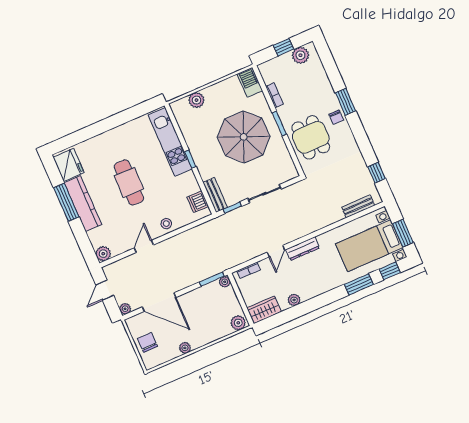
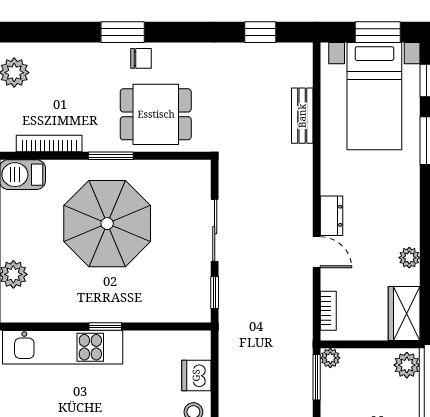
bookcase: (274, 95) -> (49, 144), width x1.56
bench: (215, 195) -> (181, 311), removed
dishwasher: (198, 202) -> (196, 375), moved, turned 90
bench: (358, 206) -> (302, 116), moved
dresser: (303, 249) -> (332, 216), width x0.70

